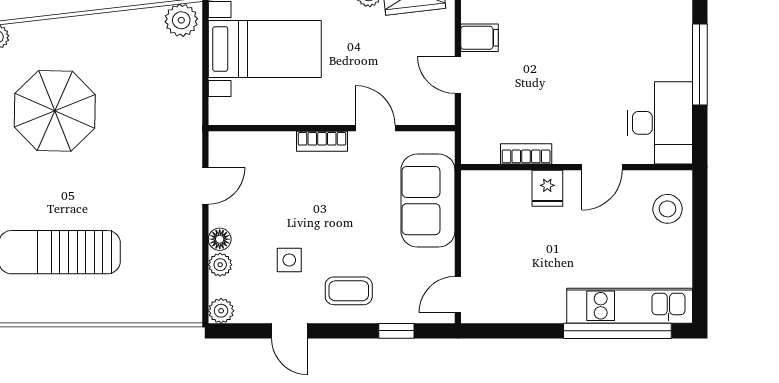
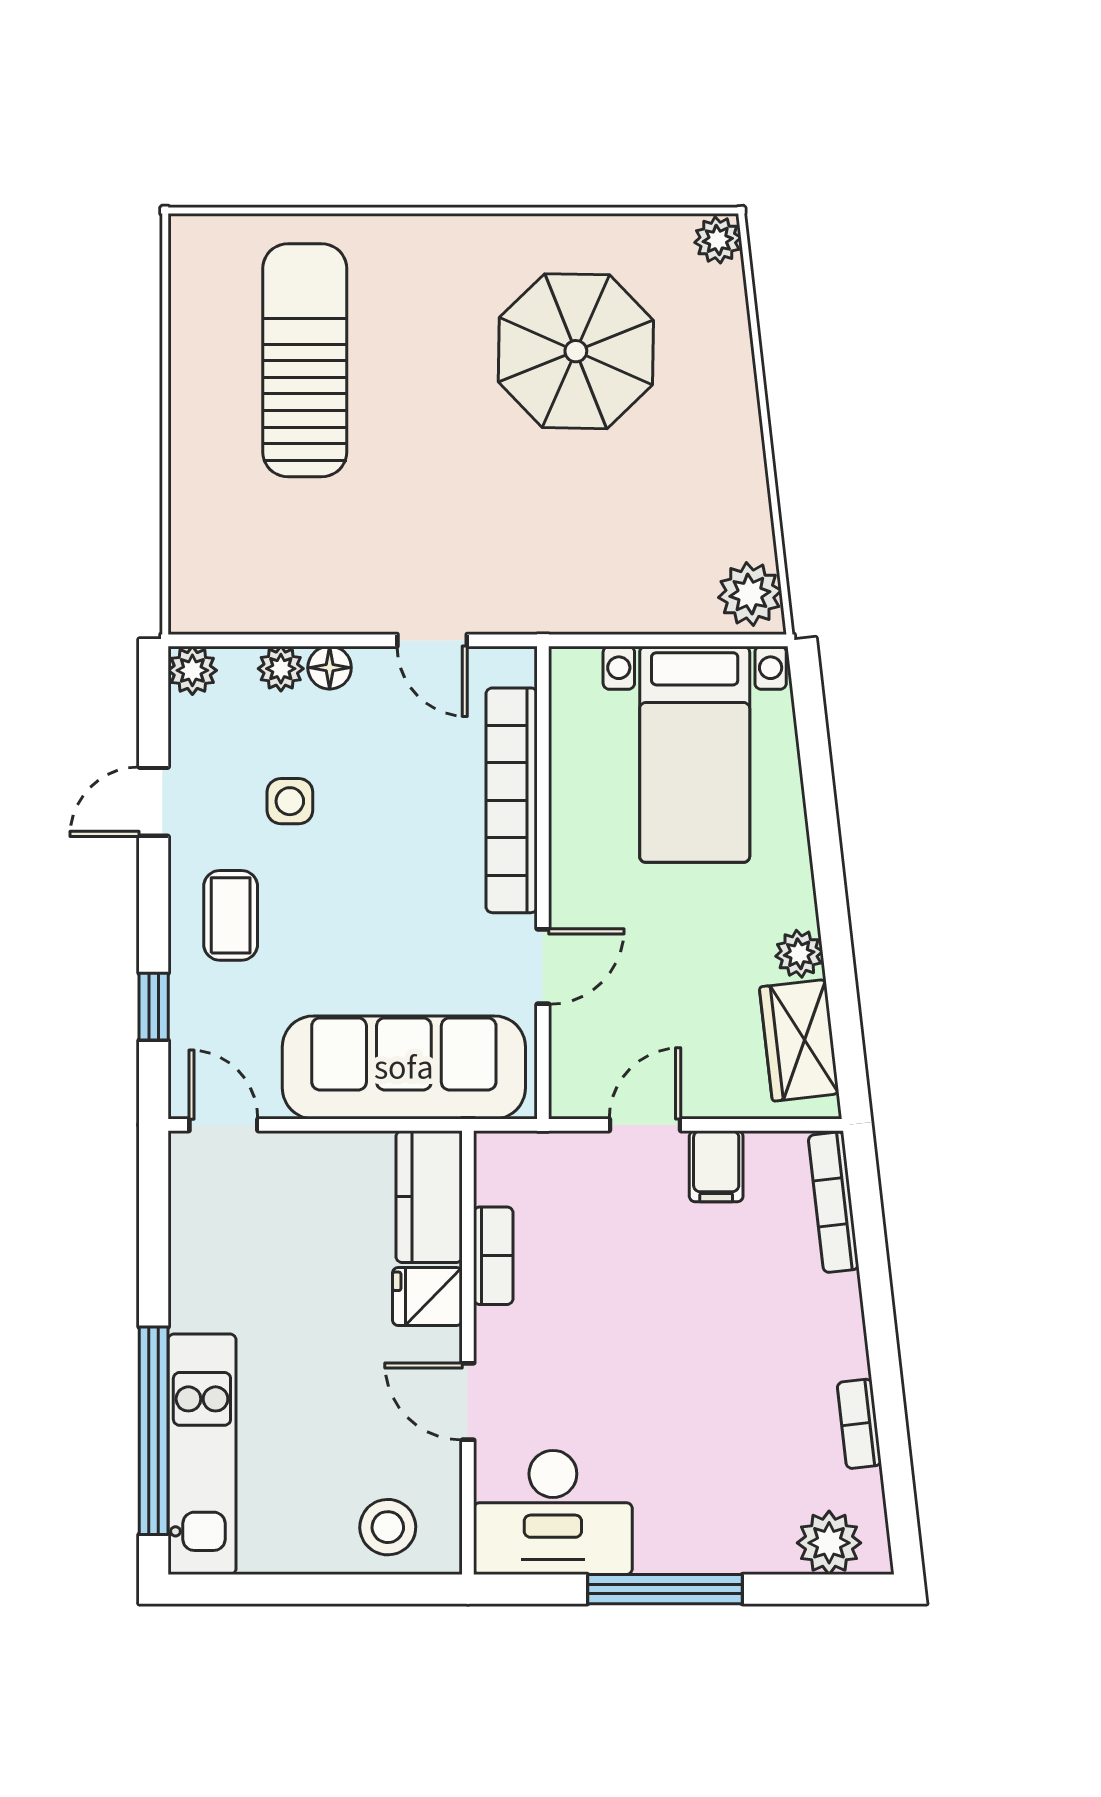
bookcase: (322, 141) -> (512, 800), width x2.31, depth x1.31
kitchen counter: (495, 187) -> (429, 1197), added
sofa: (428, 201) -> (404, 1067), width x1.36

